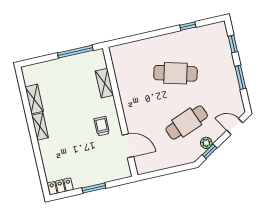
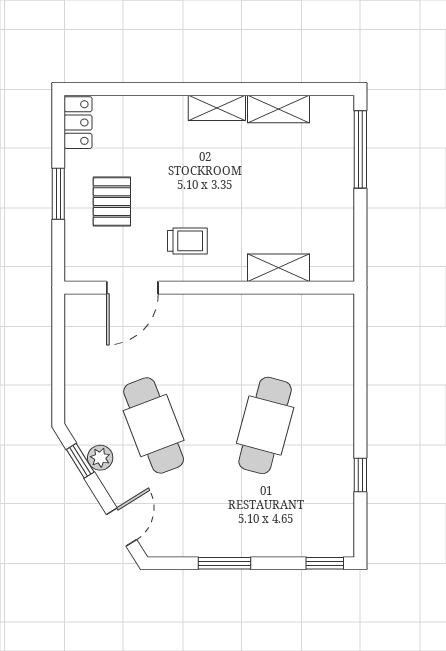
window: (233, 44) -> (325, 563), moved
window: (75, 52) -> (360, 149), moved
pallet: (92, 163) -> (112, 202), added

